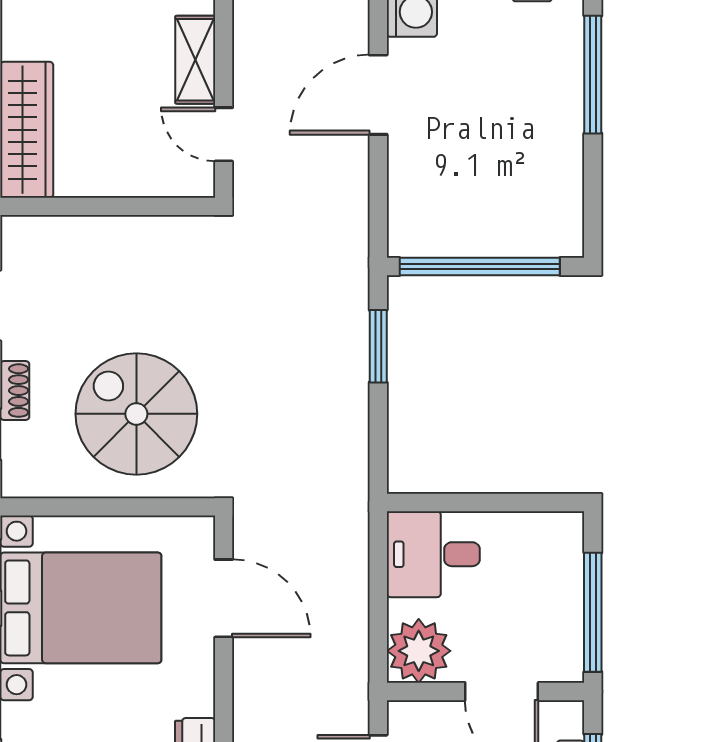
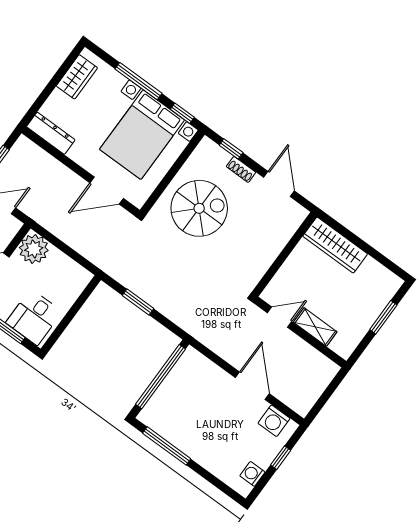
window: (593, 75) -> (167, 446), moved
window: (378, 346) -> (138, 302), moved
desk: (433, 554) -> (34, 317), moved, turned 180

